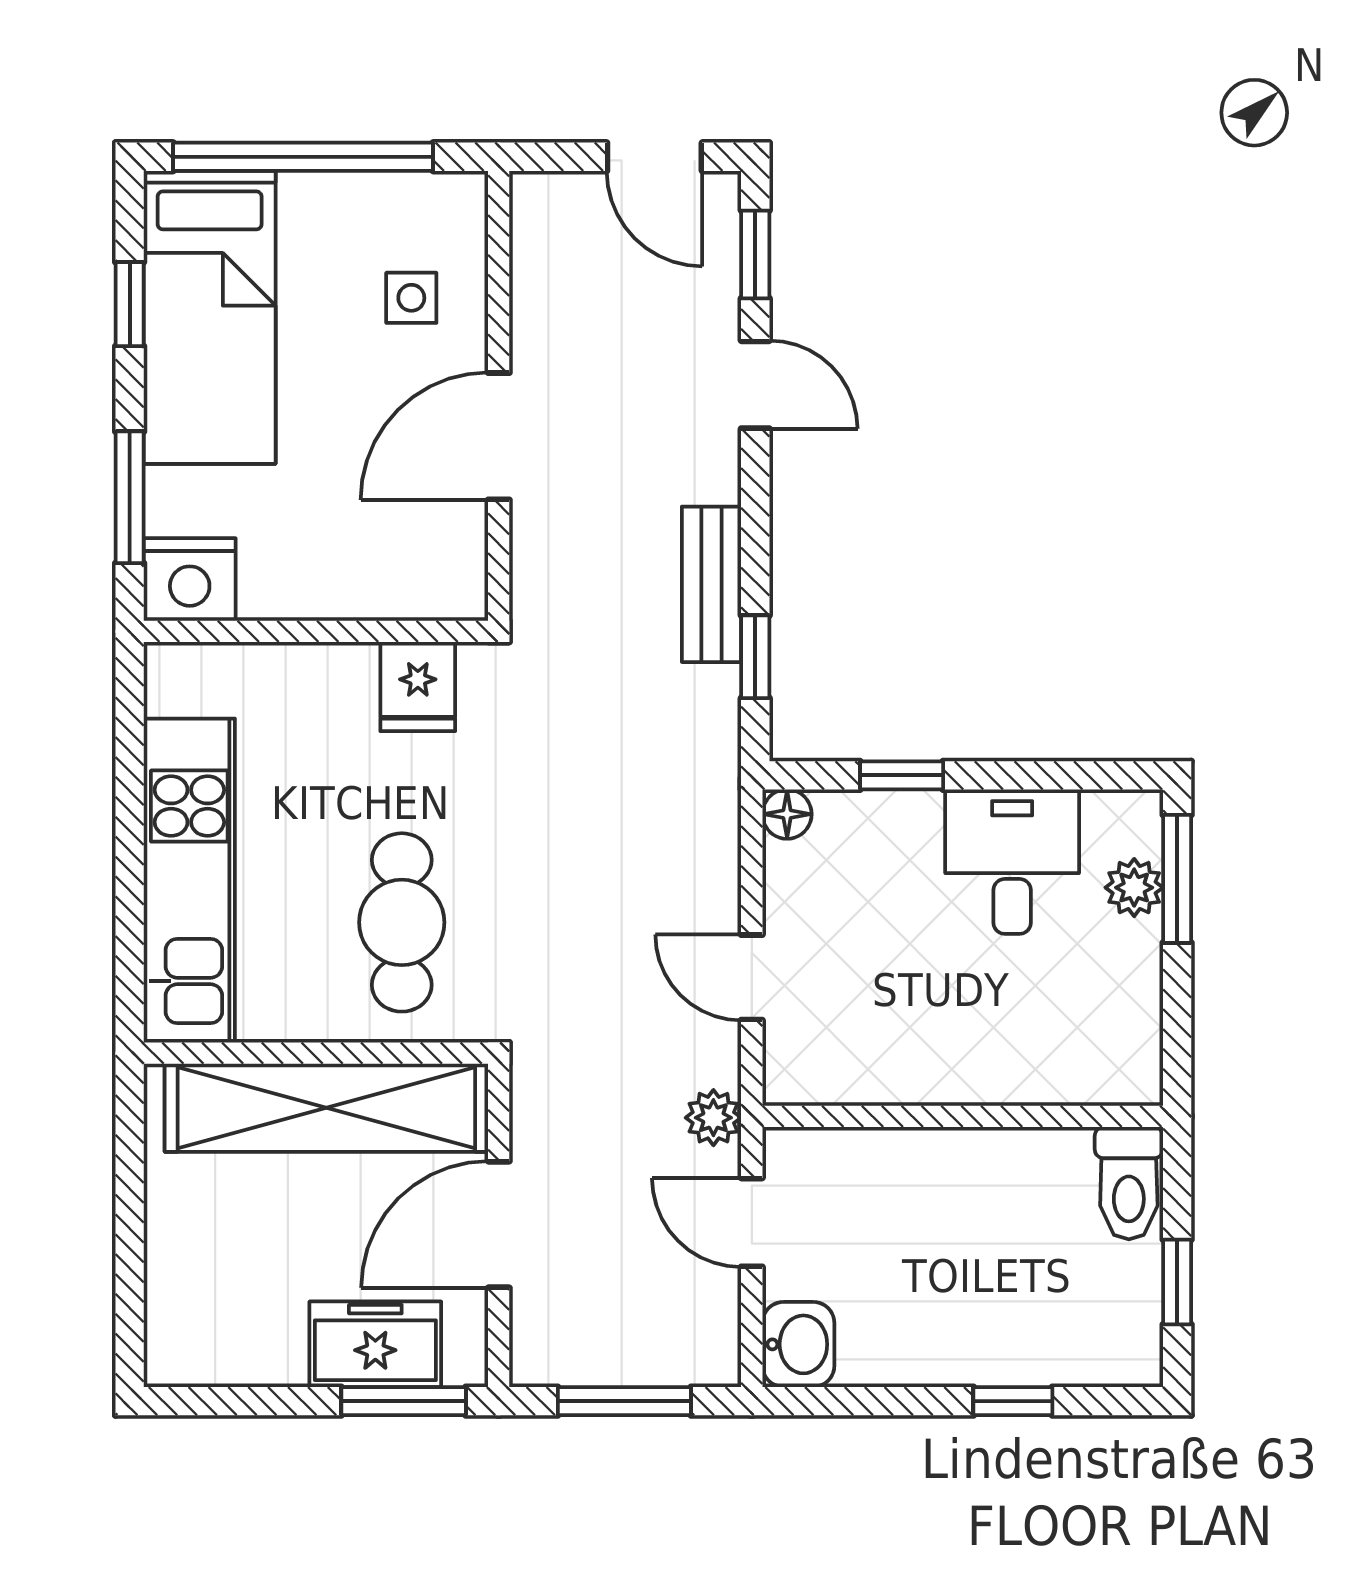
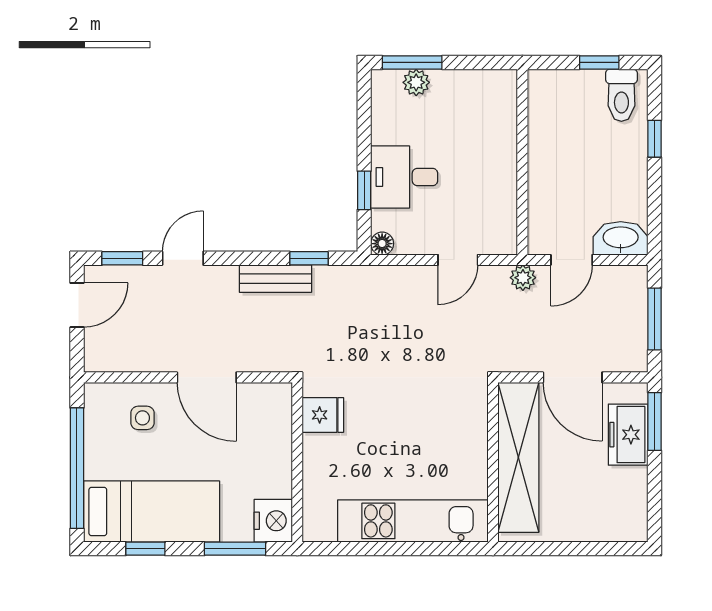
desk: (1012, 862) -> (404, 177), moved
cafe table: (402, 922) -> (432, 422), removed
toilet: (1129, 1183) -> (621, 95), moved, turned 90
washbasin: (798, 1344) -> (621, 238), width x1.38

